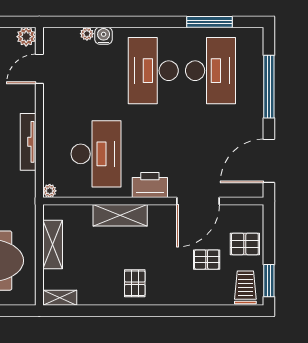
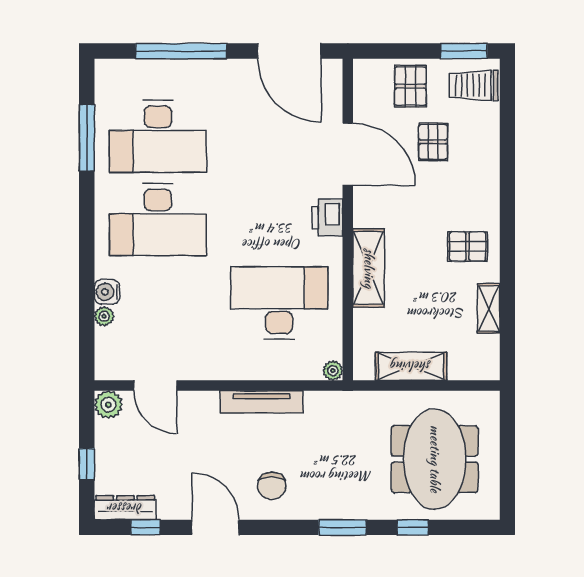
desk: (210, 71) -> (158, 136), turned 180
printer: (150, 185) -> (327, 218), width x0.73, depth x0.84
shelving: (60, 298) -> (489, 308), moved

